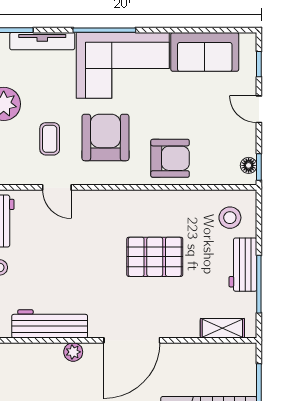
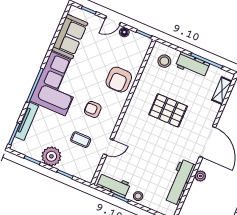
armchair: (105, 137) -> (93, 109), width x0.53, depth x0.53
armchair: (170, 158) -> (119, 80), turned 180
floor lamp: (249, 165) -> (124, 32), moved
pallet: (155, 257) -> (168, 110), turned 90

